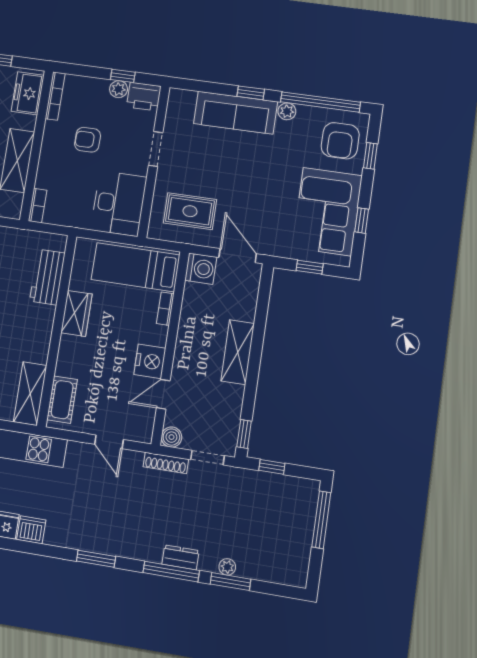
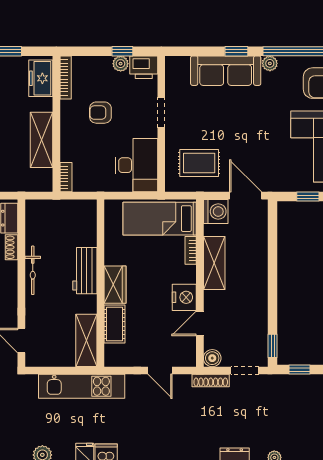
workbench: (47, 277) -> (85, 271), moved
wardrobe: (76, 313) -> (115, 285), moved
shelving: (238, 352) -> (214, 263), moved
cot: (62, 400) -> (115, 324), moved

